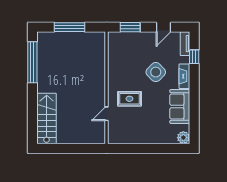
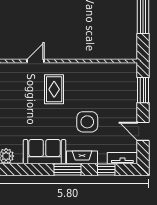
side table: (156, 72) -> (87, 122), turned 45
window: (194, 88) -> (67, 169), added
door: (107, 114) -> (35, 61), hinge flipped

